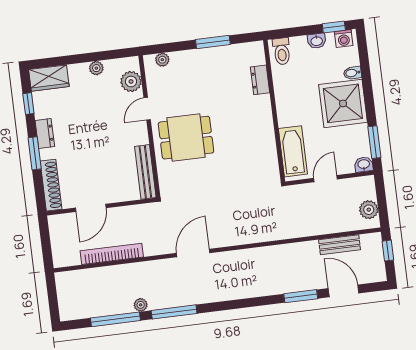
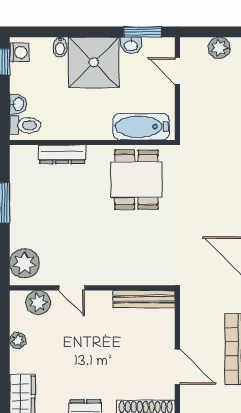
washbasin: (317, 41) -> (18, 104), moved
plant: (162, 60) -> (25, 263), width x1.87, depth x1.87
dresser: (260, 80) -> (62, 154), width x1.44
dining table: (186, 138) -> (136, 180), moved
washbasin: (364, 165) -> (131, 45), moved, turned -90
door: (325, 179) -> (177, 71), moved

